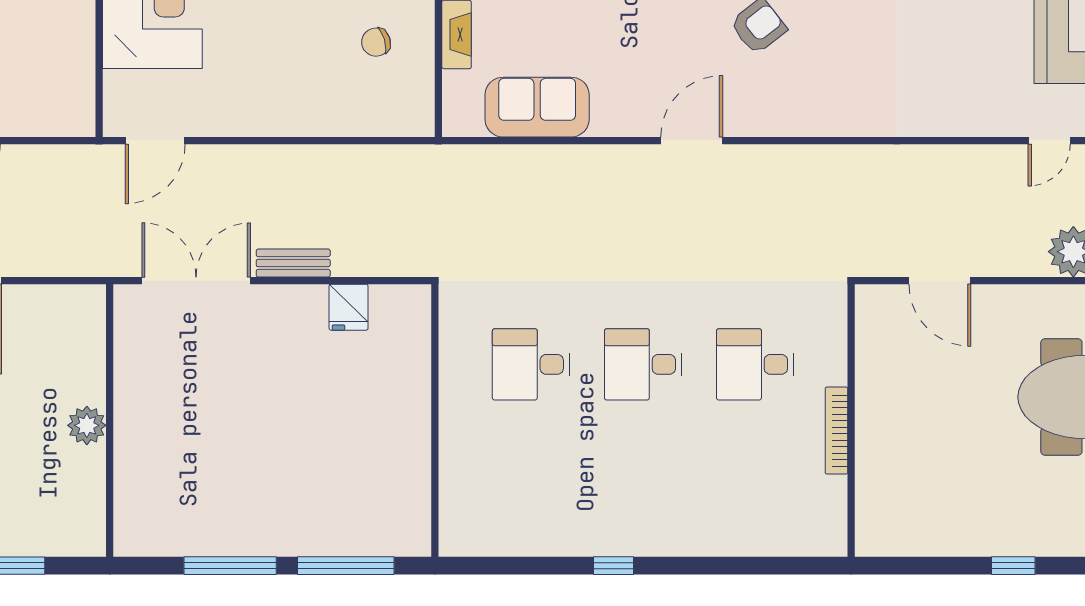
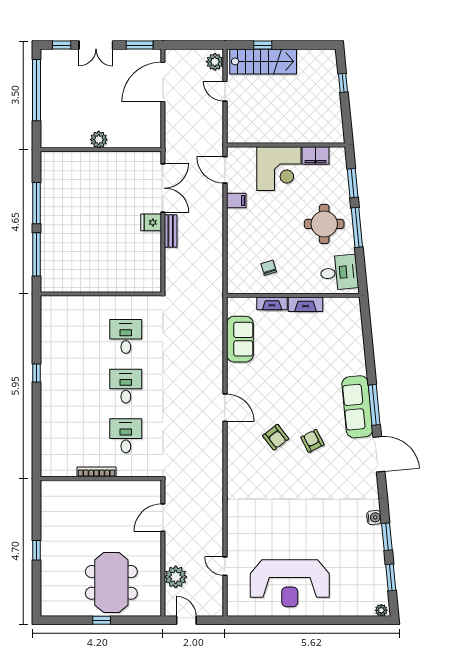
filing cabinet: (224, 115) -> (236, 200), added
fridge: (349, 307) -> (151, 222), moved

